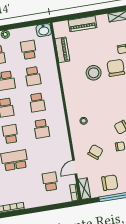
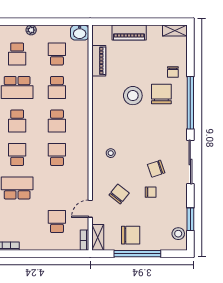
school desk: (42, 129) -> (57, 154), turned 180

